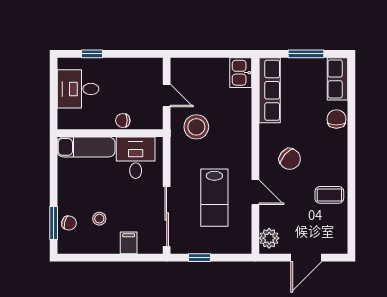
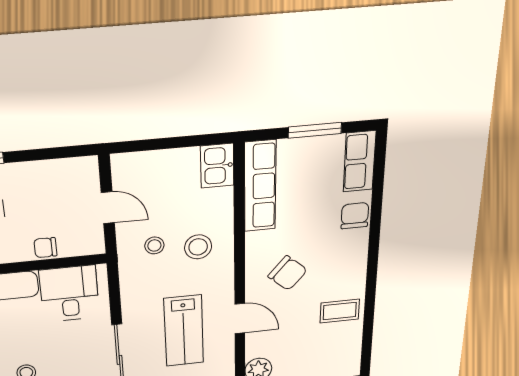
stool: (196, 127) -> (154, 245), width x0.53, depth x0.53
stool: (226, 131) -> (198, 247), added

